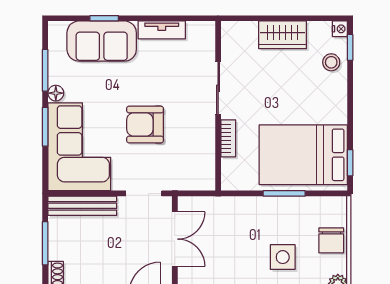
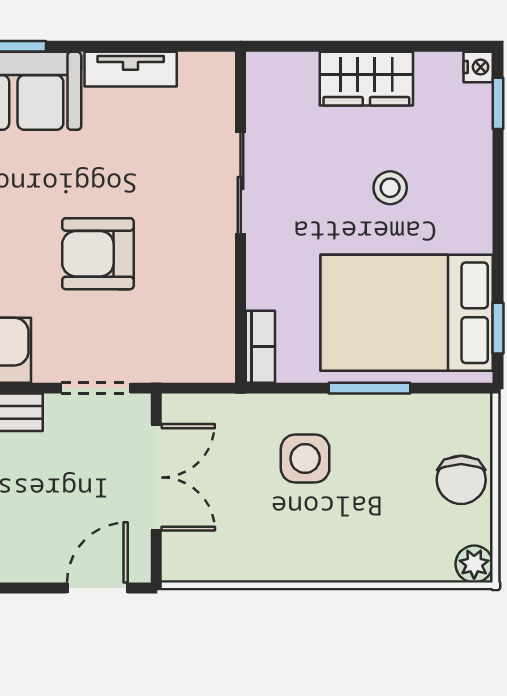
stool: (331, 62) -> (390, 188), moved
bookcase: (228, 138) -> (260, 347), moved
side table: (283, 257) -> (305, 459), moved

